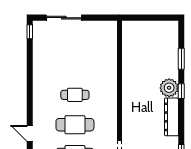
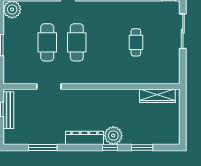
wardrobe: (129, 43) -> (157, 96), added
cafe table: (75, 95) -> (136, 42), moved

